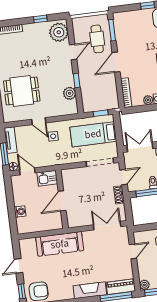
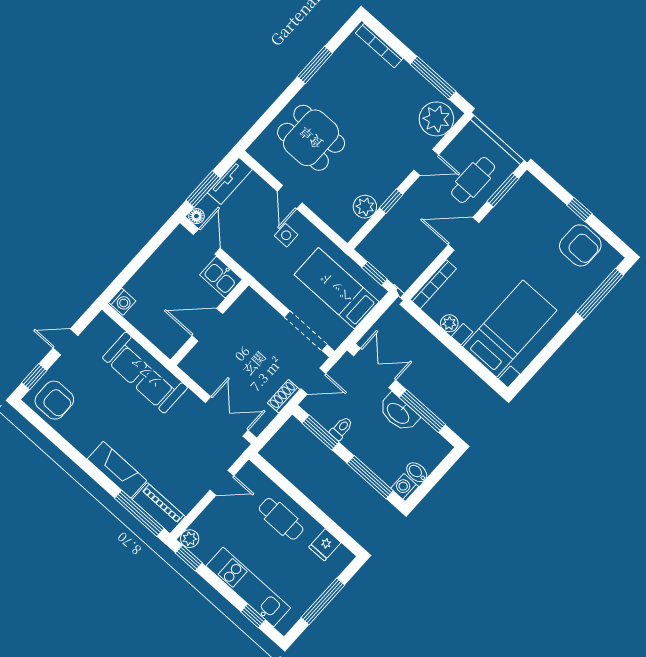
window: (40, 19) -> (433, 78), width x2.17
washing machine: (20, 211) -> (122, 302), moved

